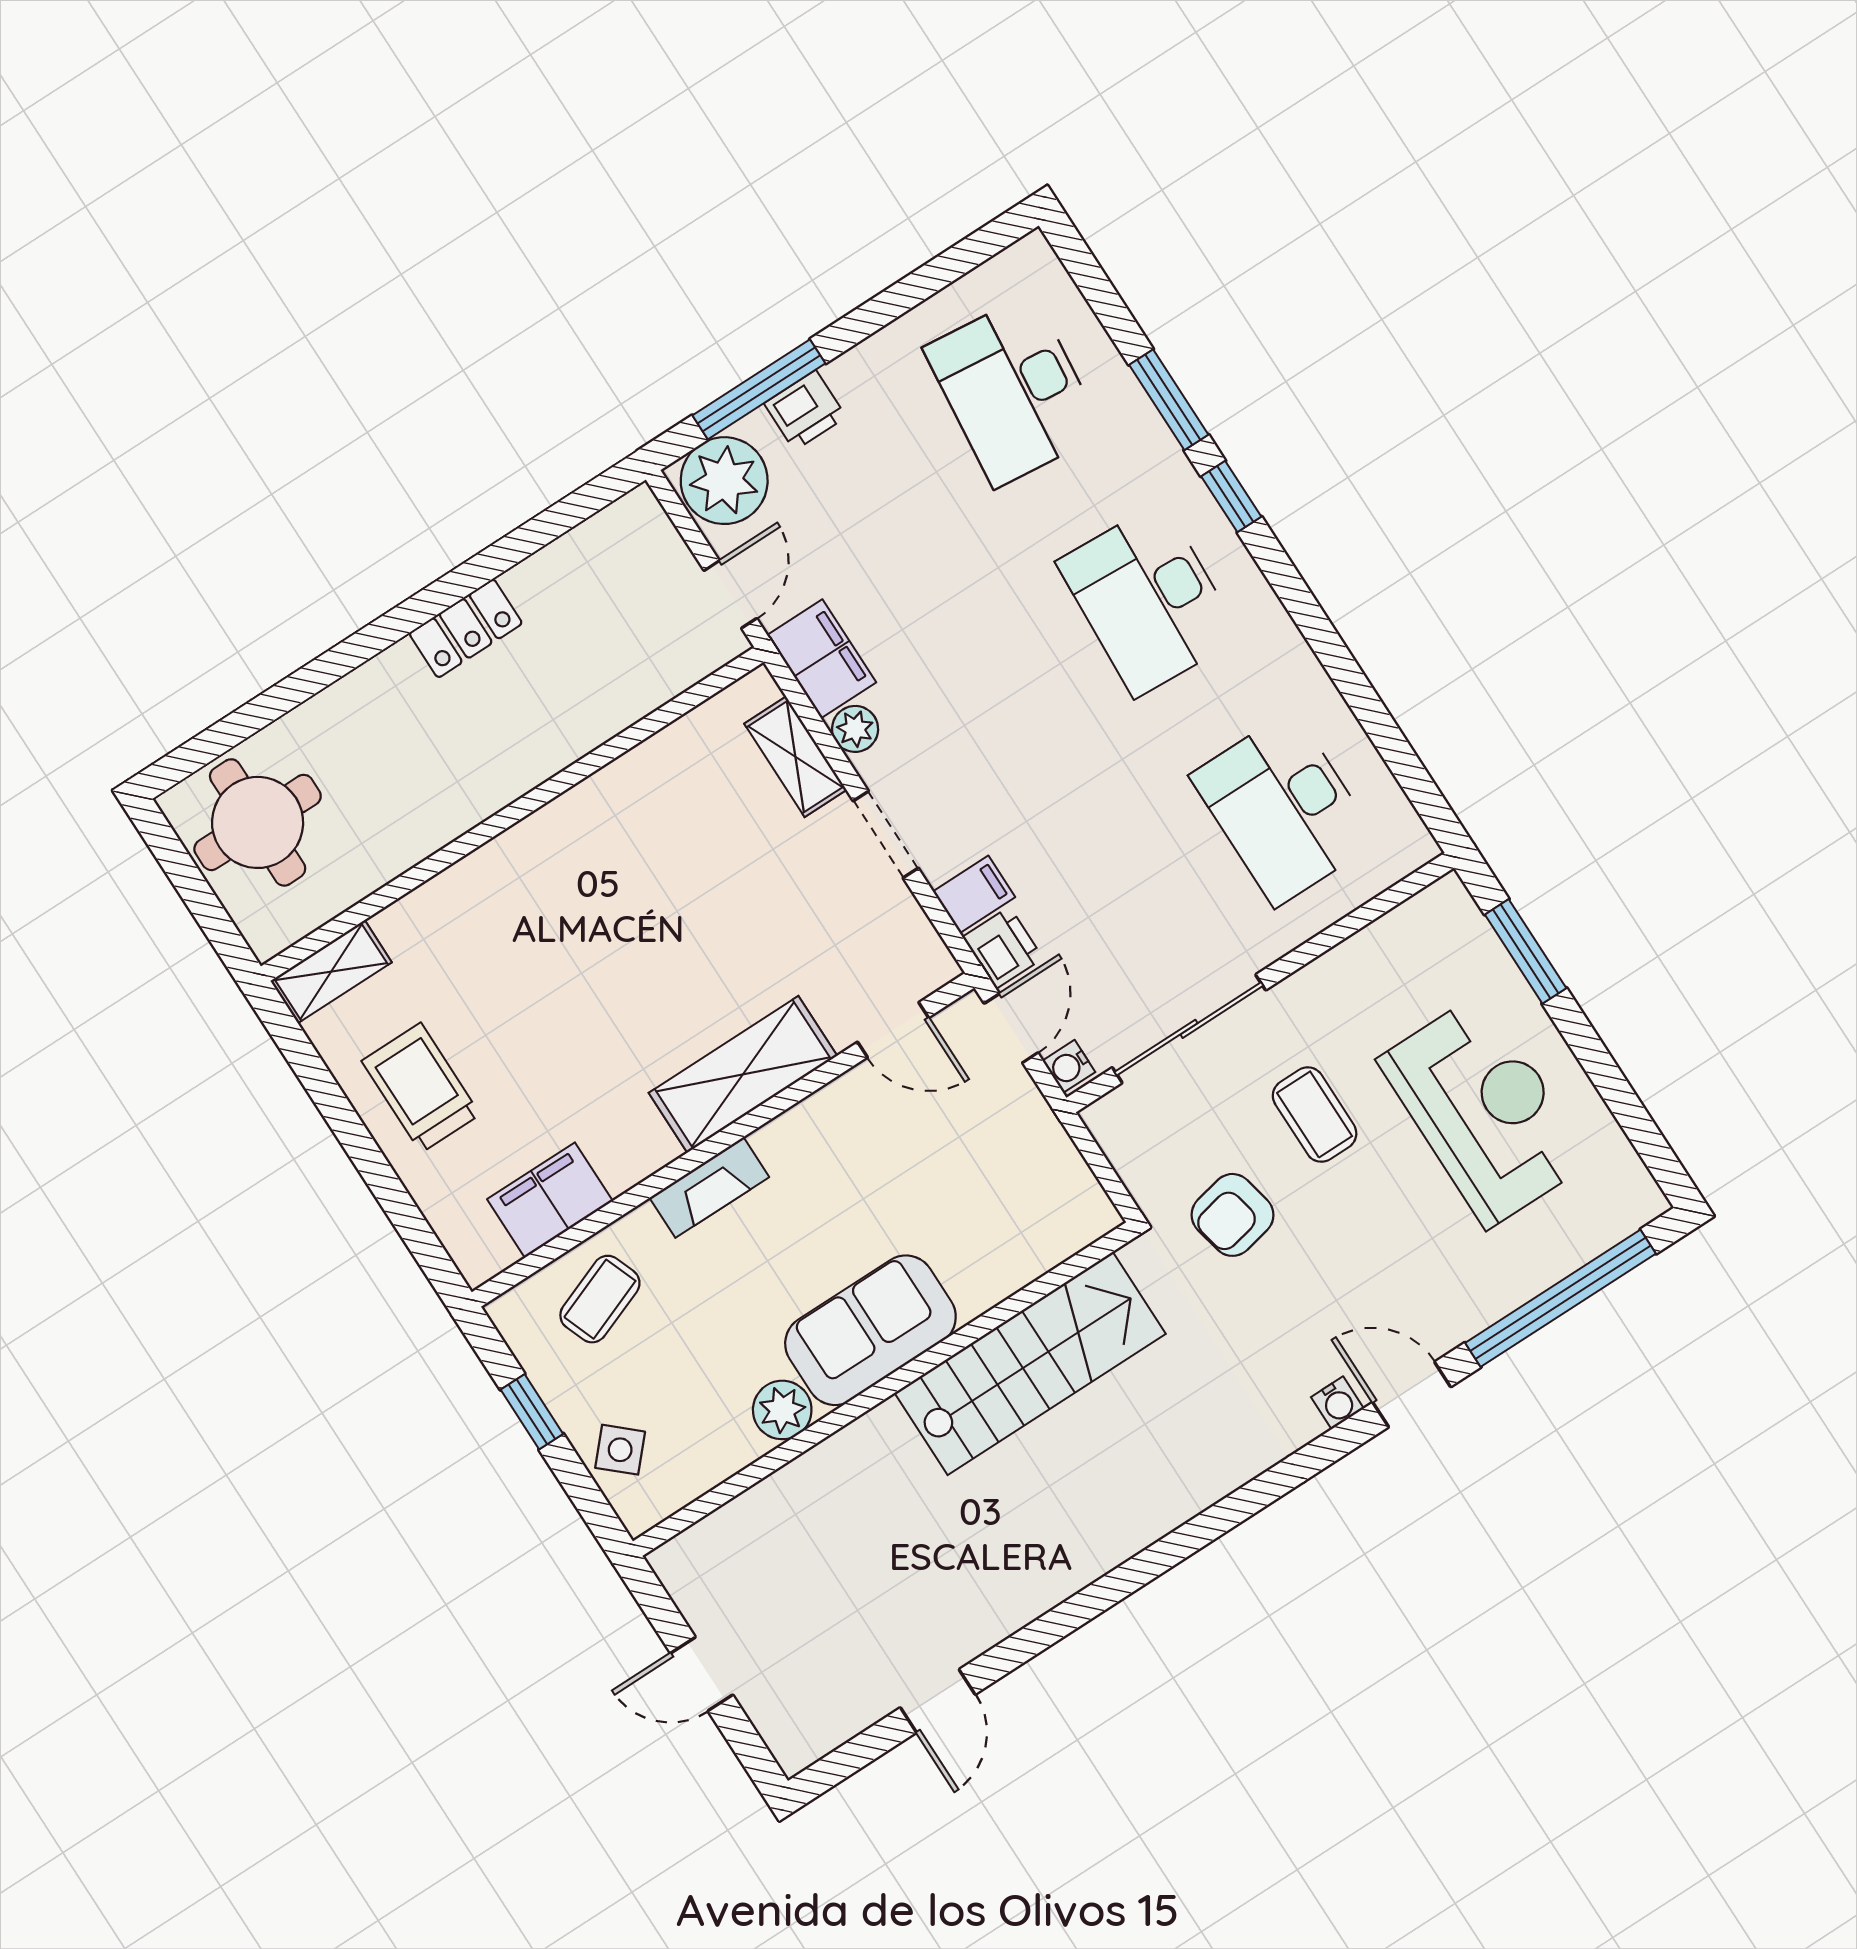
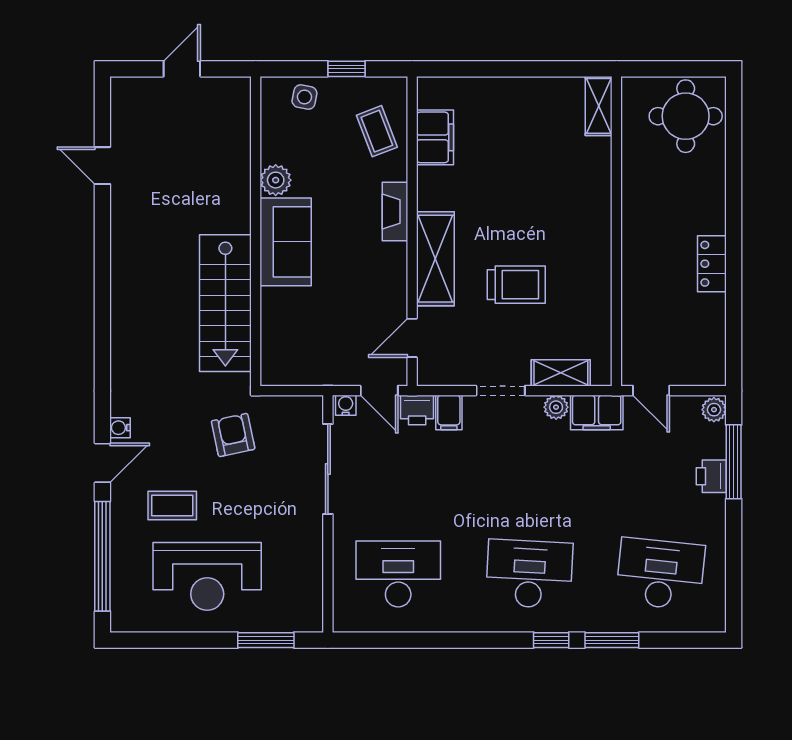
plant: (724, 481) -> (714, 410), width x0.53, depth x0.53
trolley: (421, 1088) -> (516, 285), moved
coffee table: (1315, 1115) -> (172, 506), moved
side table: (620, 1450) -> (304, 97), turned -31

